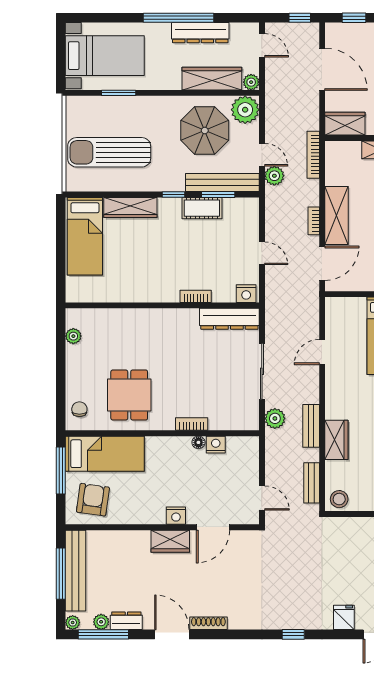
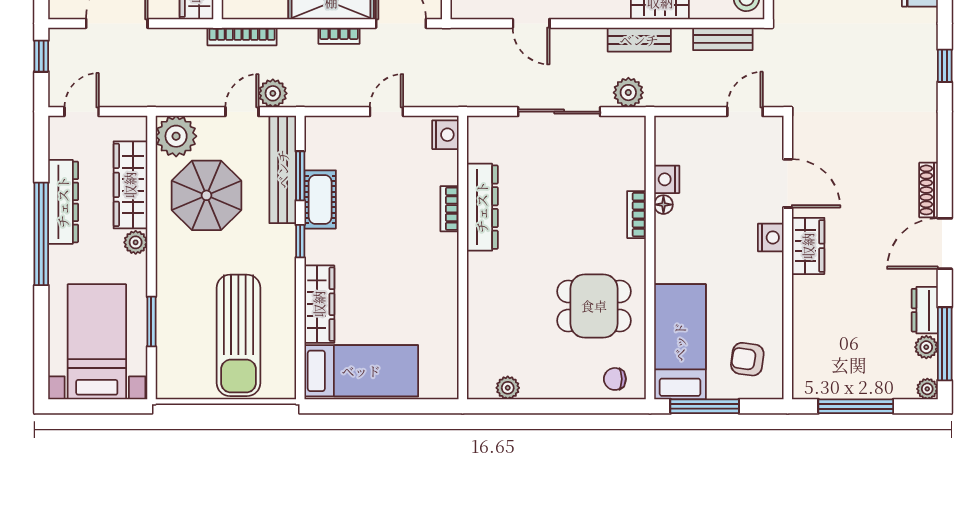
plant: (251, 82) -> (136, 242), moved
dresser: (229, 319) -> (482, 207), moved
armchair: (93, 500) -> (747, 359), width x0.72, depth x0.72
bench: (76, 571) -> (851, 385), removed

